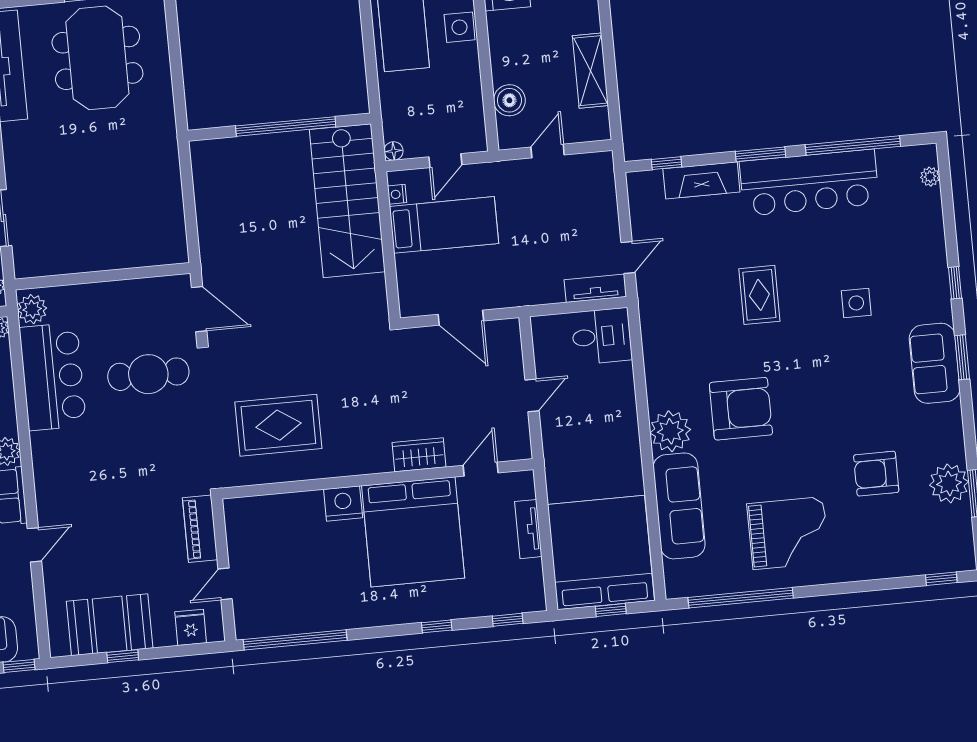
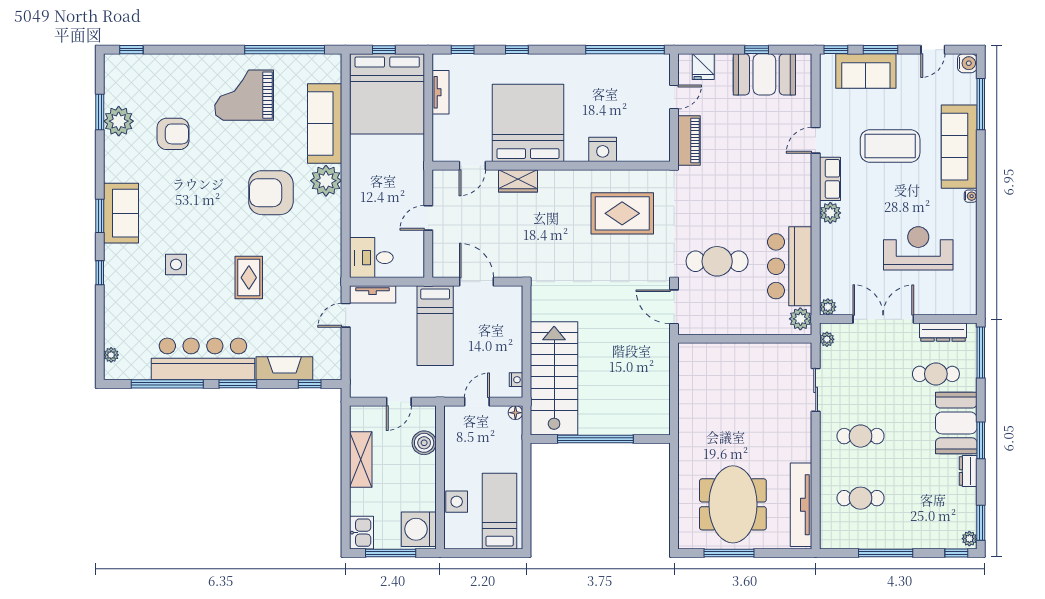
bed: (444, 225) -> (435, 326), moved, turned -90
nightstand: (343, 504) -> (603, 149), moved
tv unit: (528, 529) -> (440, 92), moved

